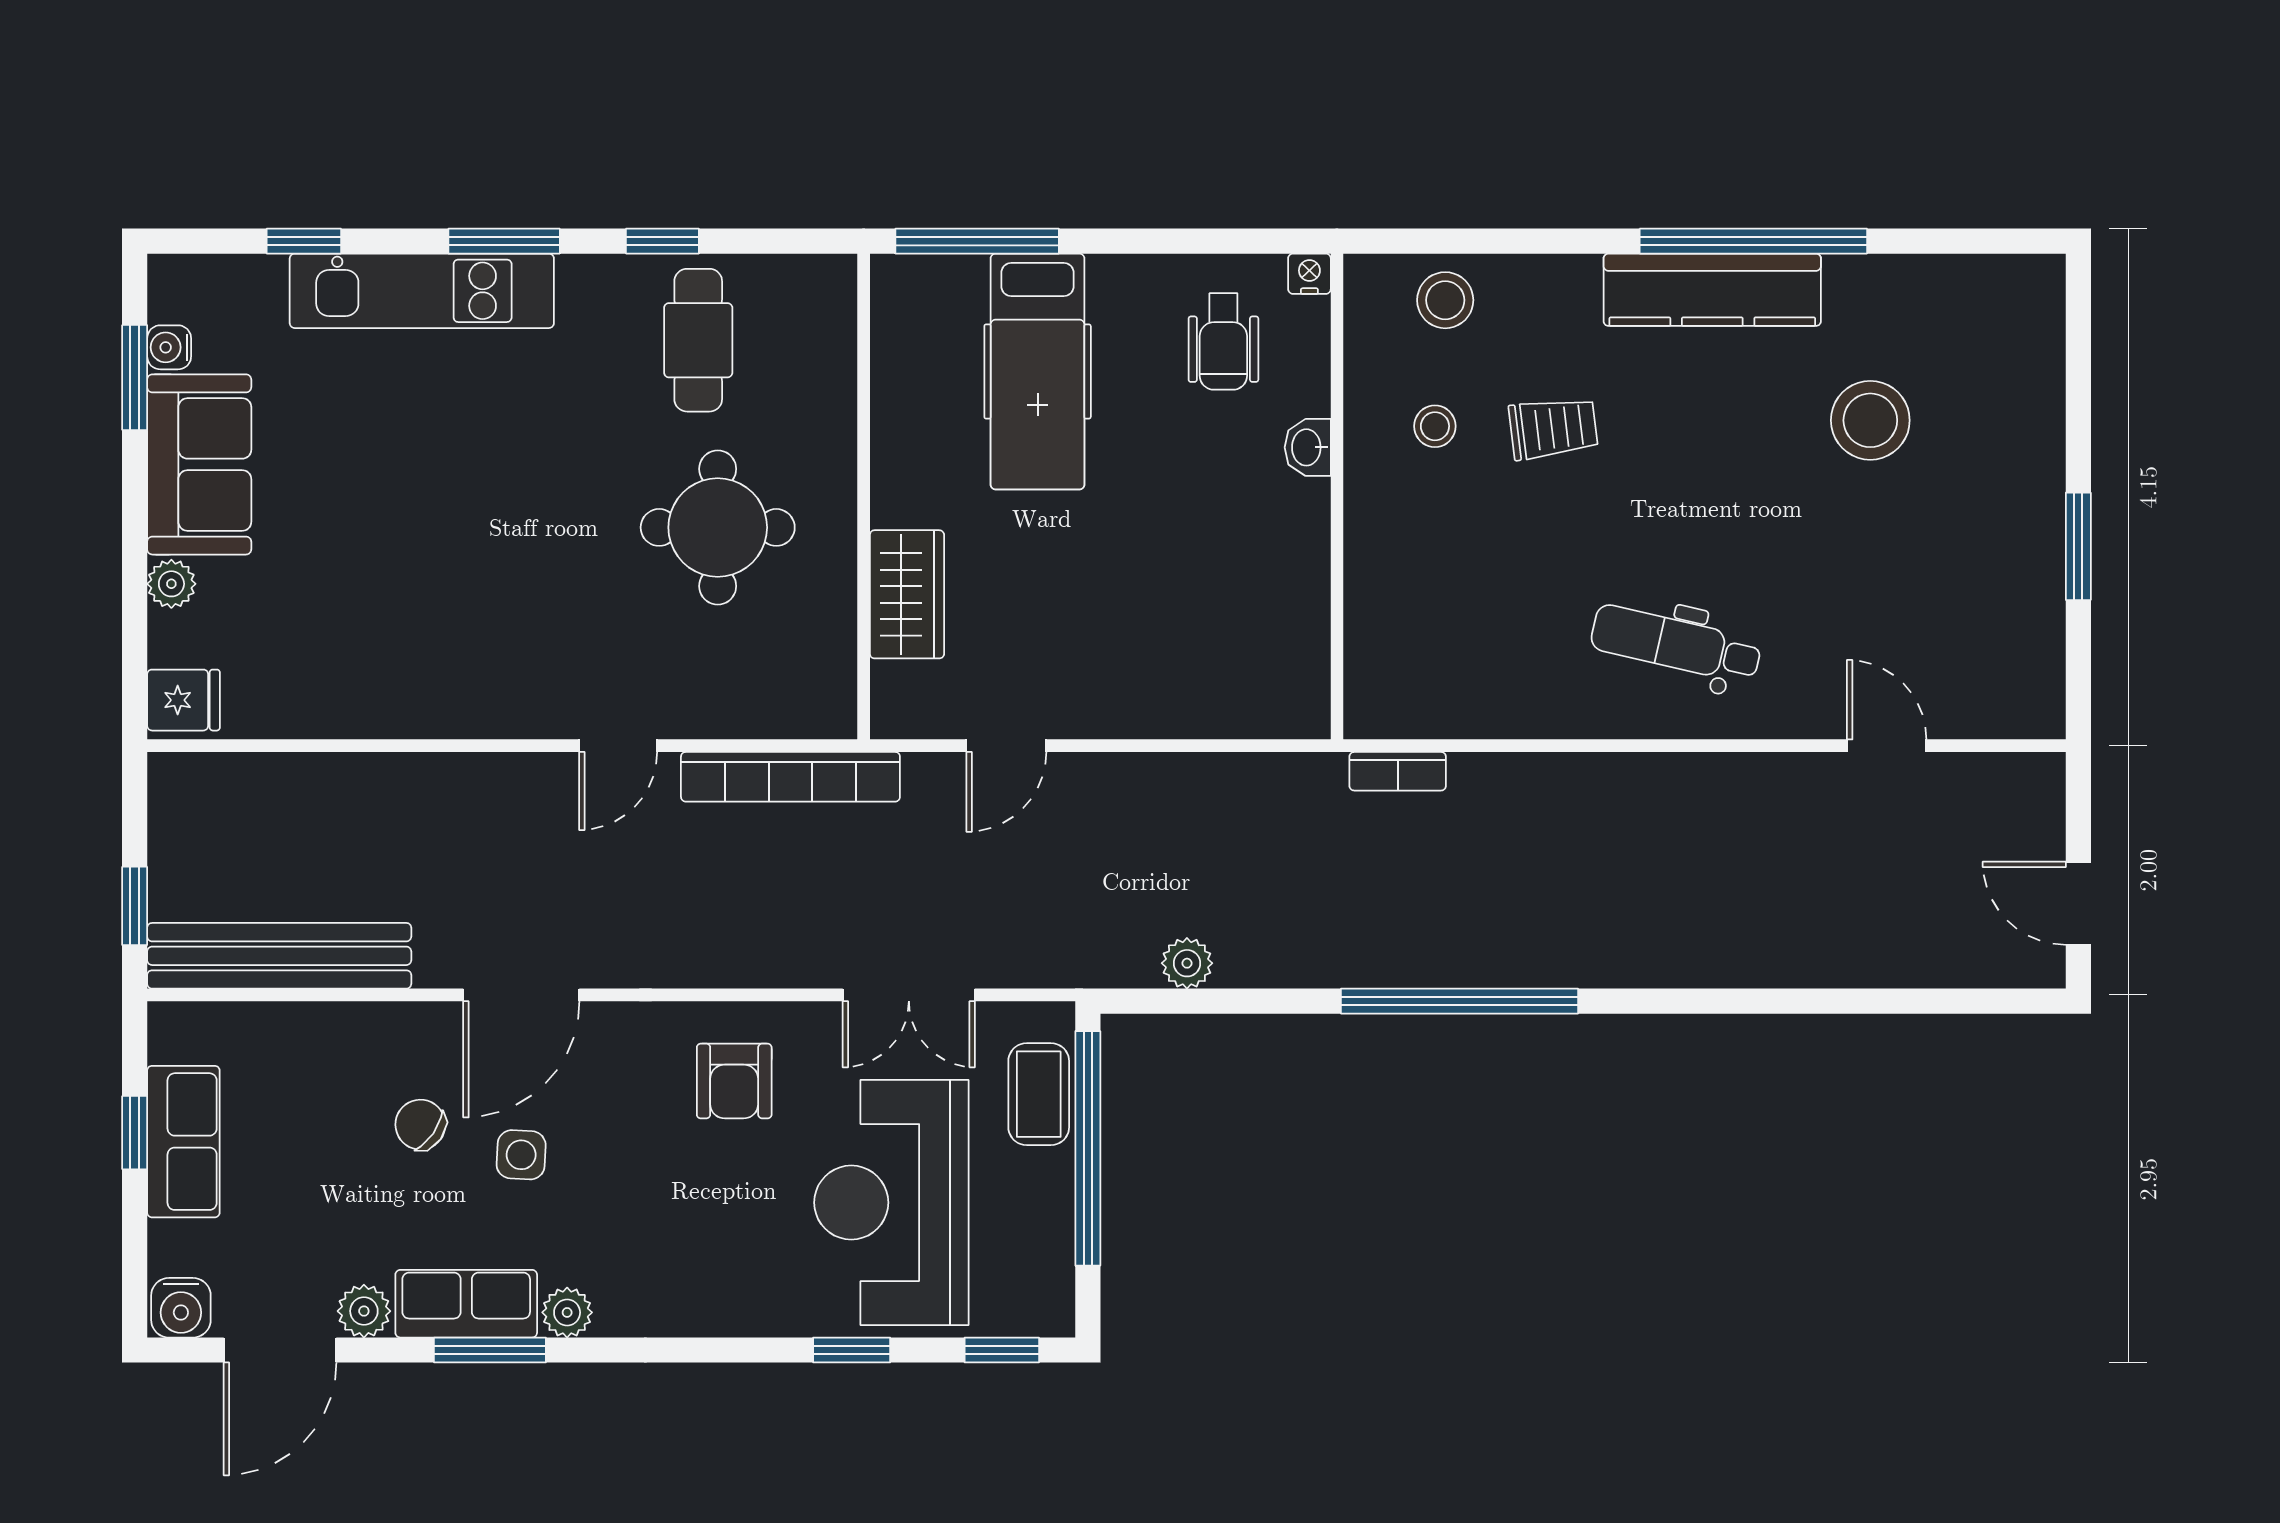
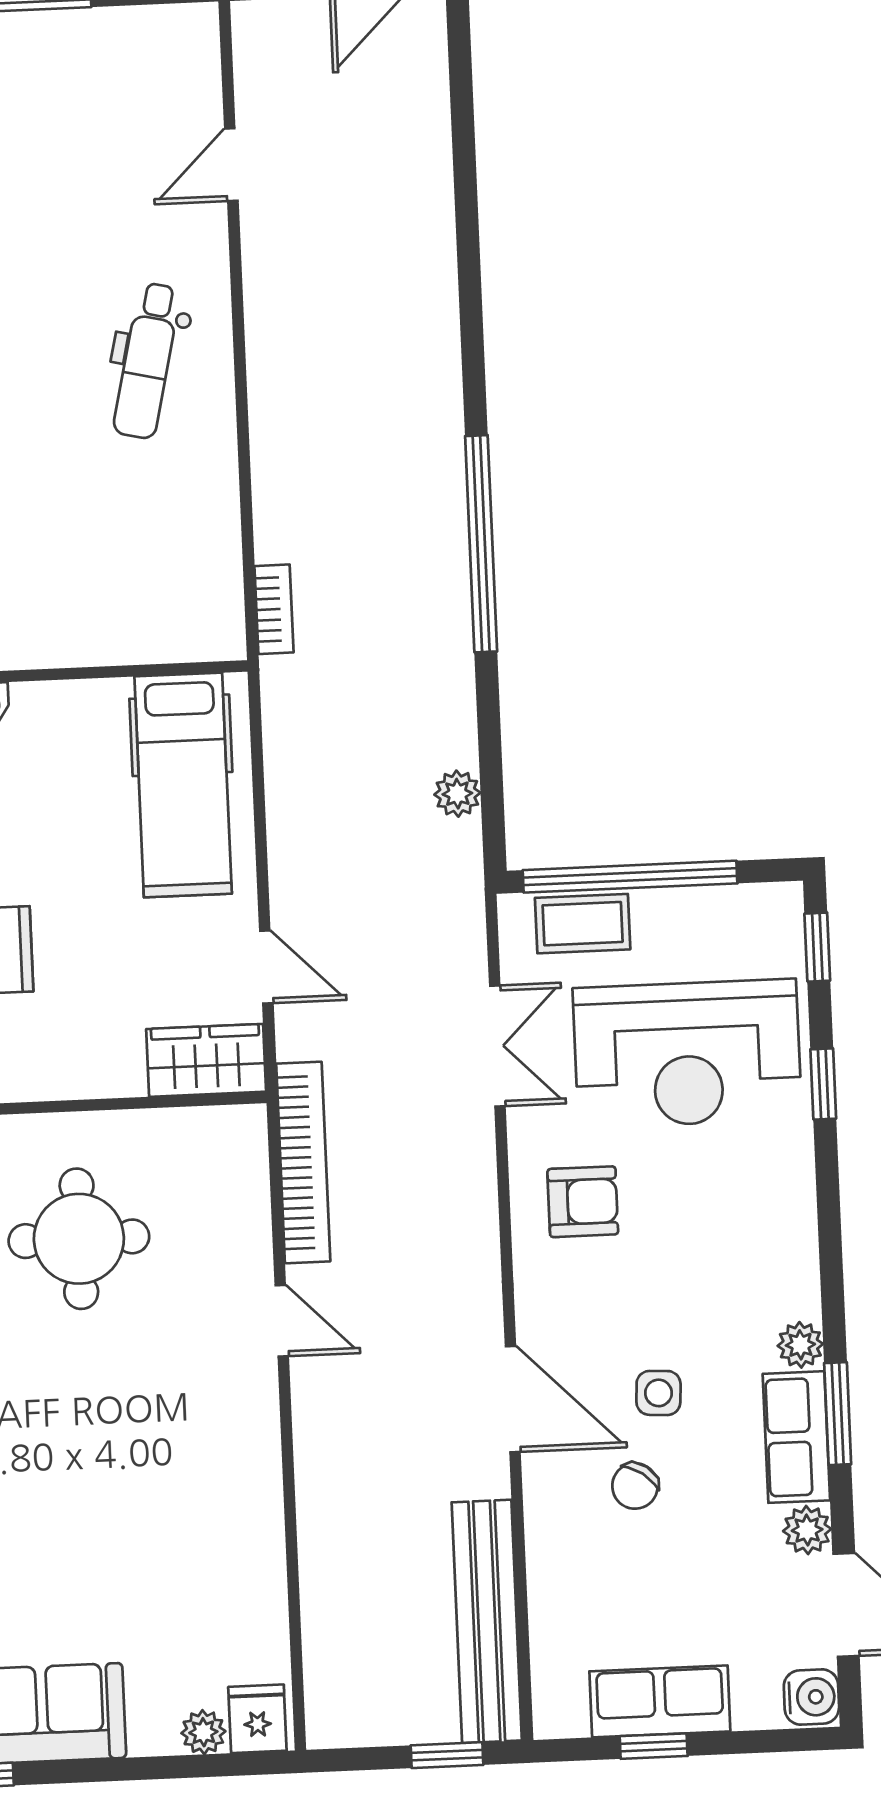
plant: (171, 584) -> (203, 1732), moved
wardrobe: (907, 594) -> (206, 1060), moved
hospital bed: (1210, 663) -> (183, 785), added

